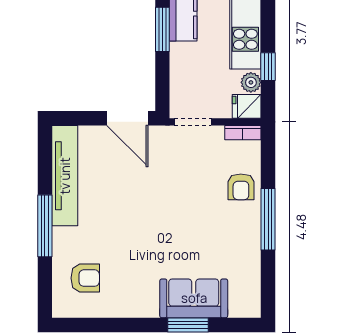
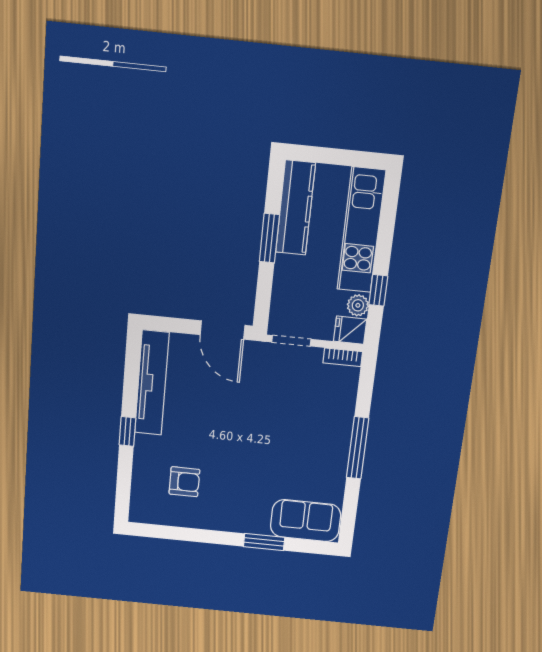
armchair: (241, 187) -> (334, 413), removed
window: (45, 226) -> (127, 432), width x0.46
armchair: (85, 278) -> (184, 482), moved
sofa: (194, 298) -> (306, 521), moved

